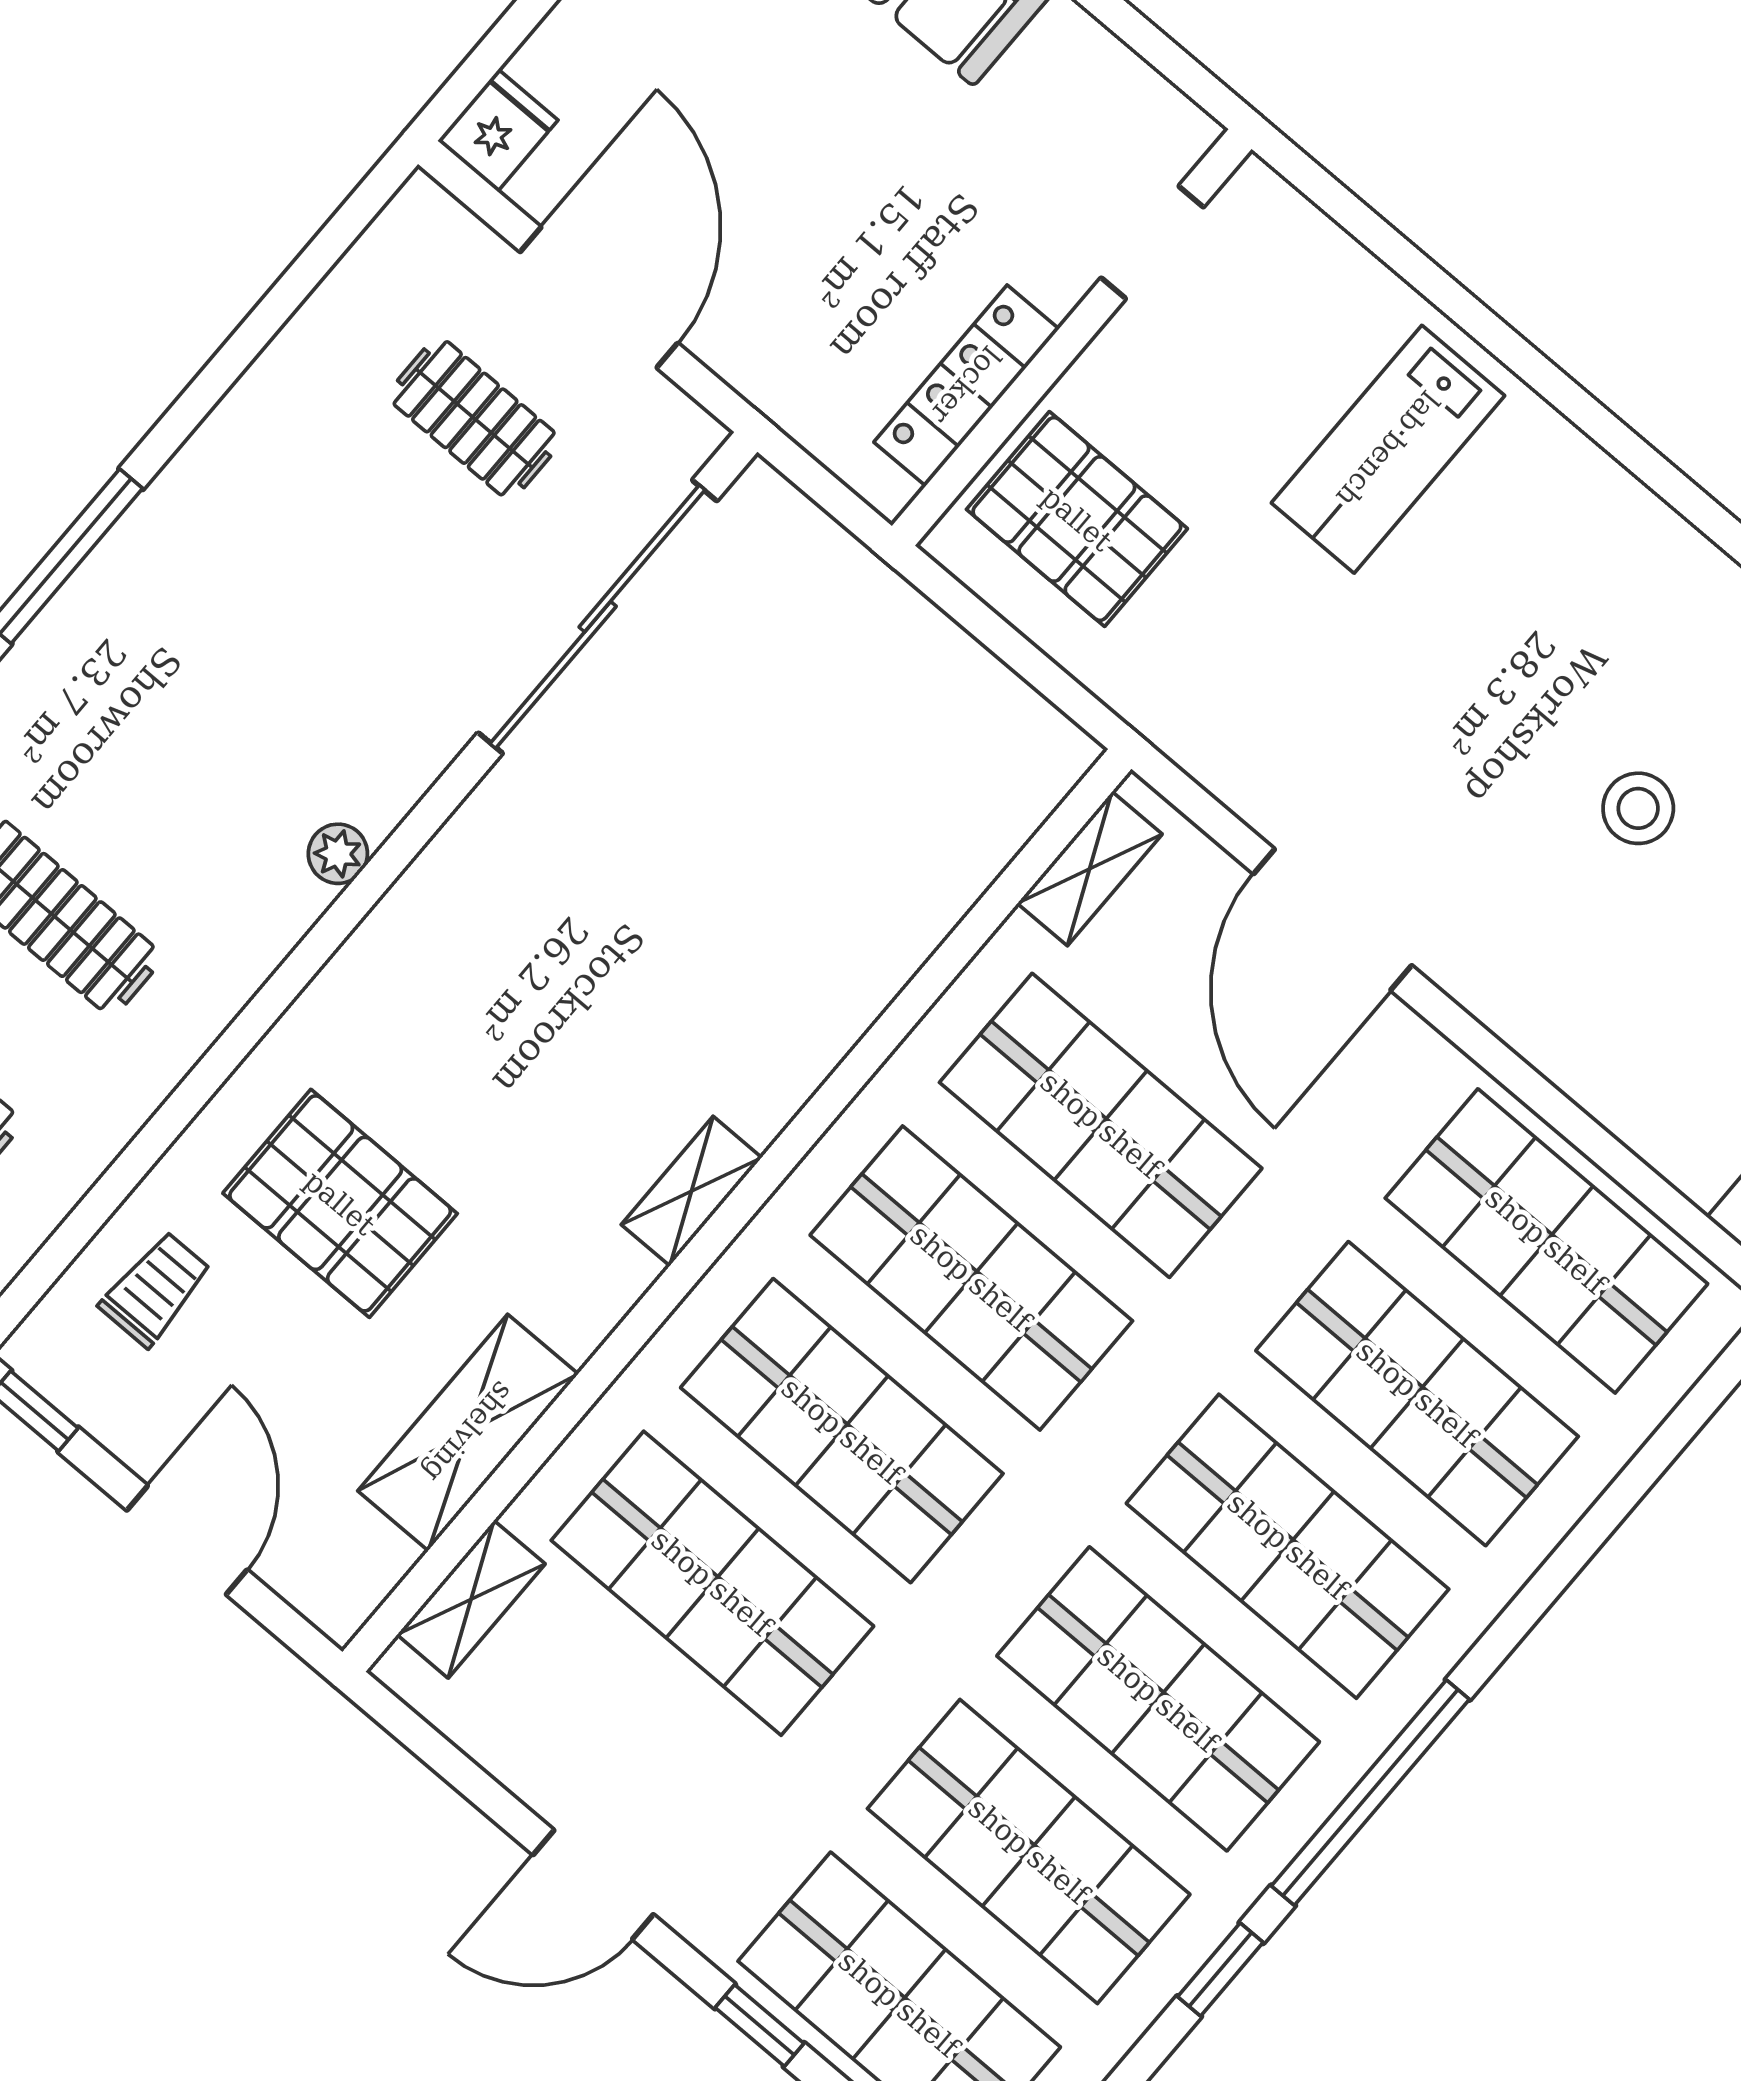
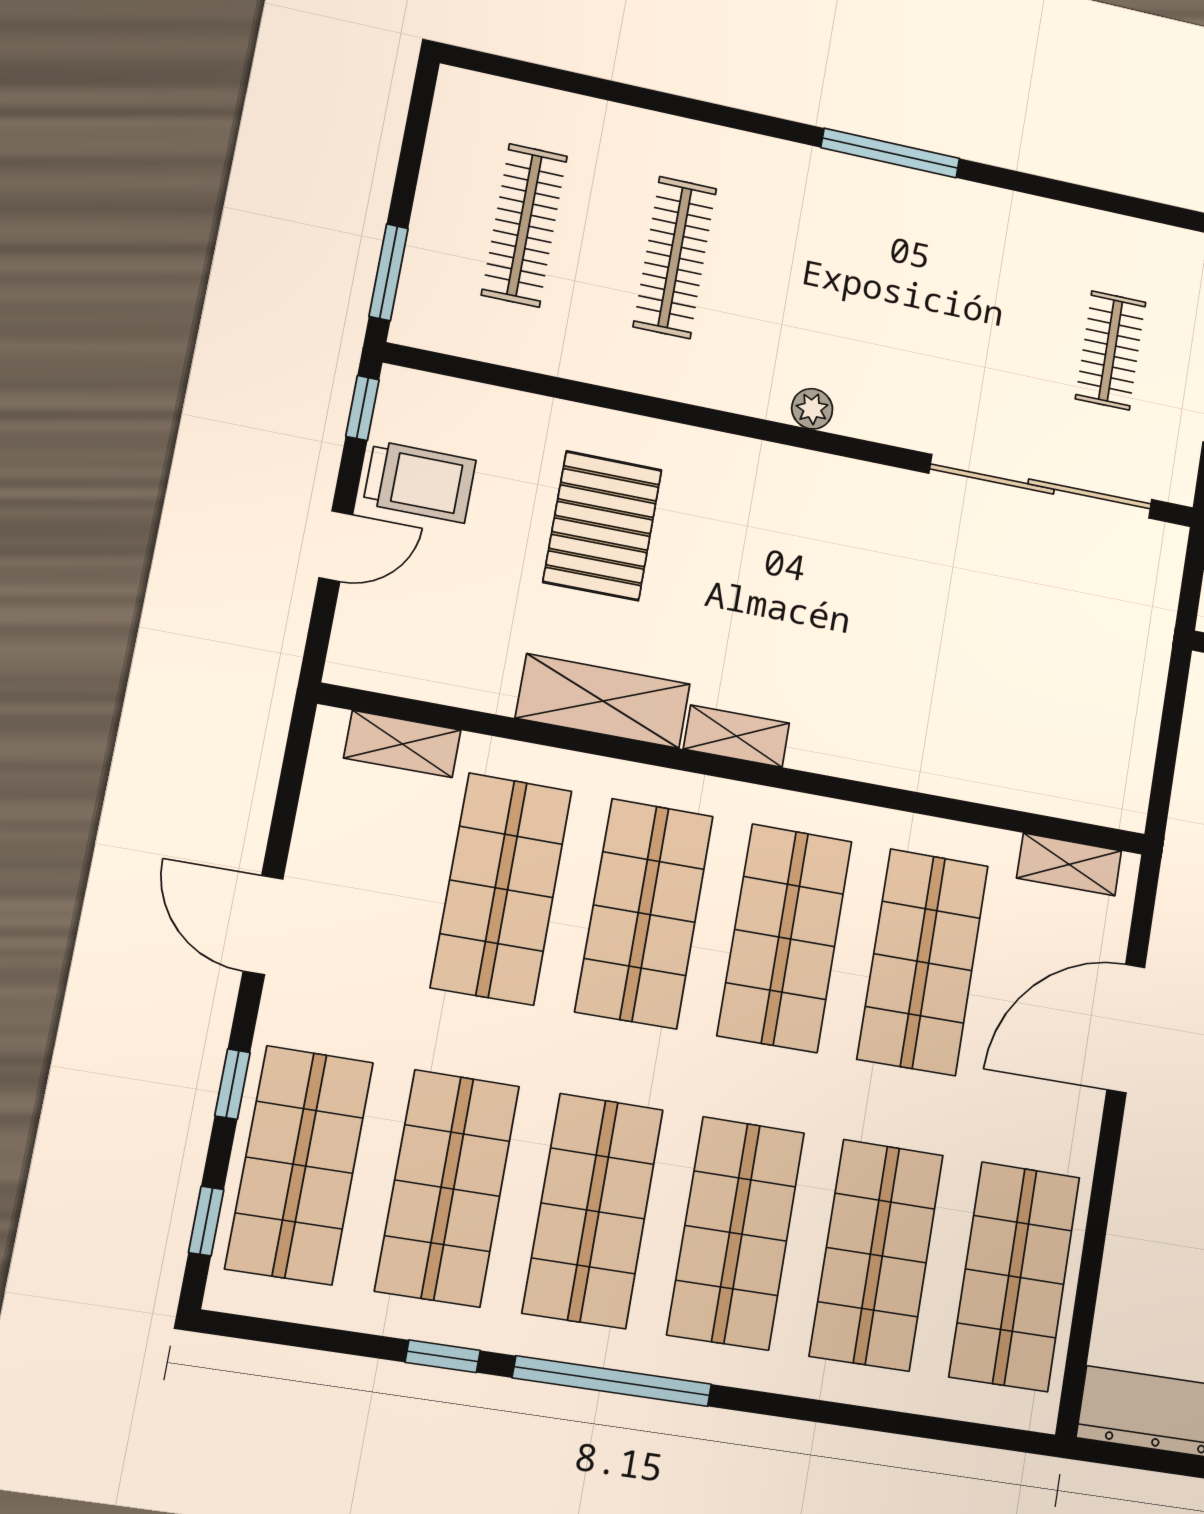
trolley: (155, 1289) -> (420, 482), moved, width x1.36, depth x1.39
shelving: (468, 1432) -> (603, 701), moved
door: (187, 1540) -> (336, 546), width x0.73

